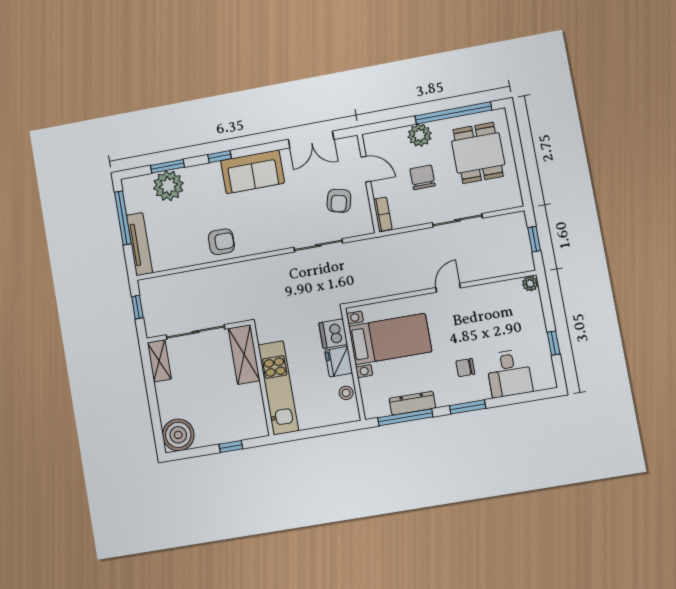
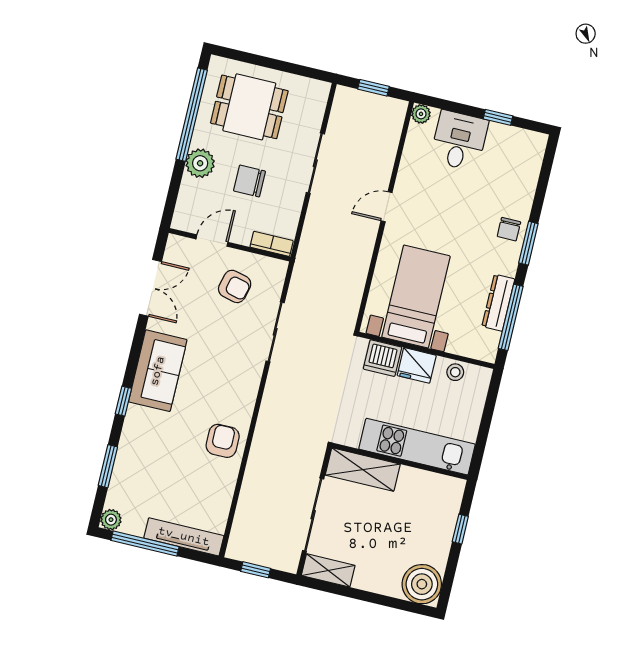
plant: (168, 186) -> (111, 520), moved, width x0.53, depth x0.53
door: (448, 288) -> (387, 207), hinge flipped
chair: (465, 368) -> (509, 229), moved
desk: (509, 373) -> (459, 141), moved, turned -90

